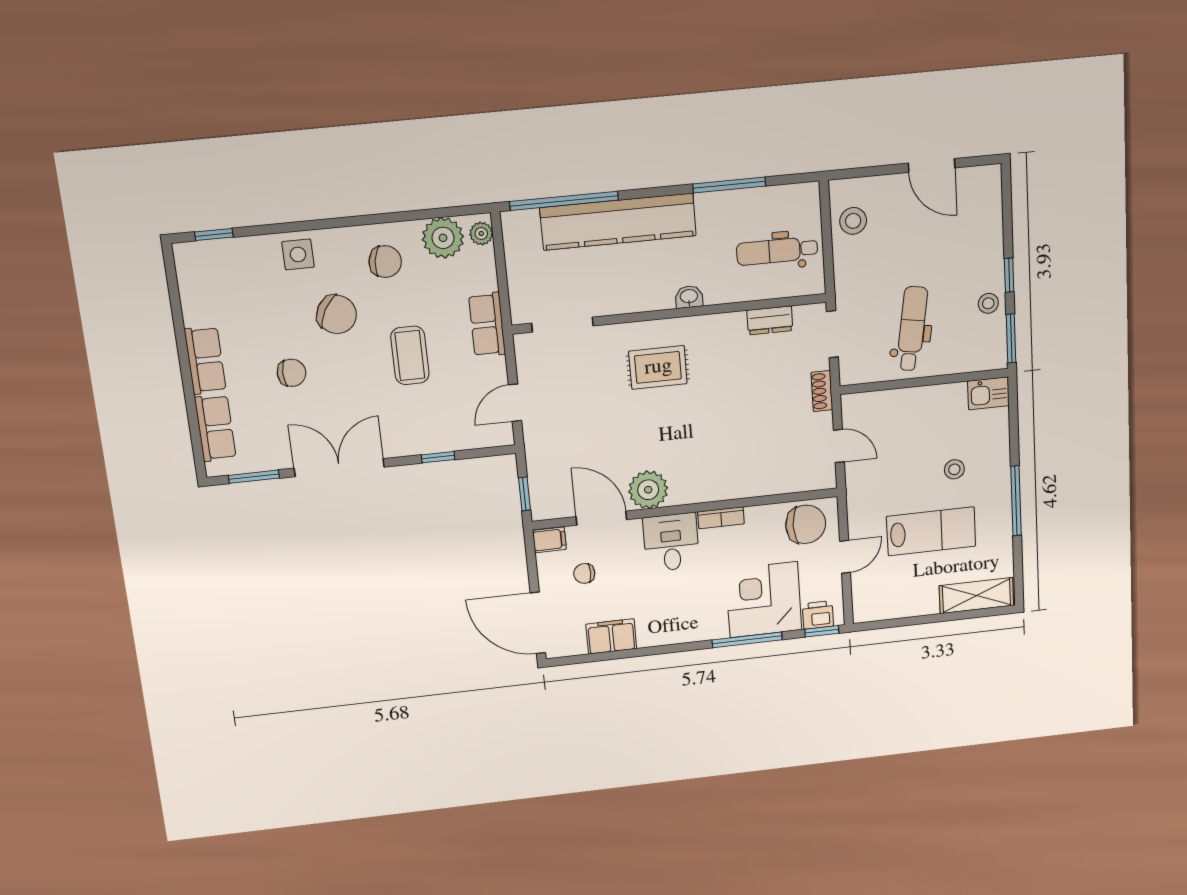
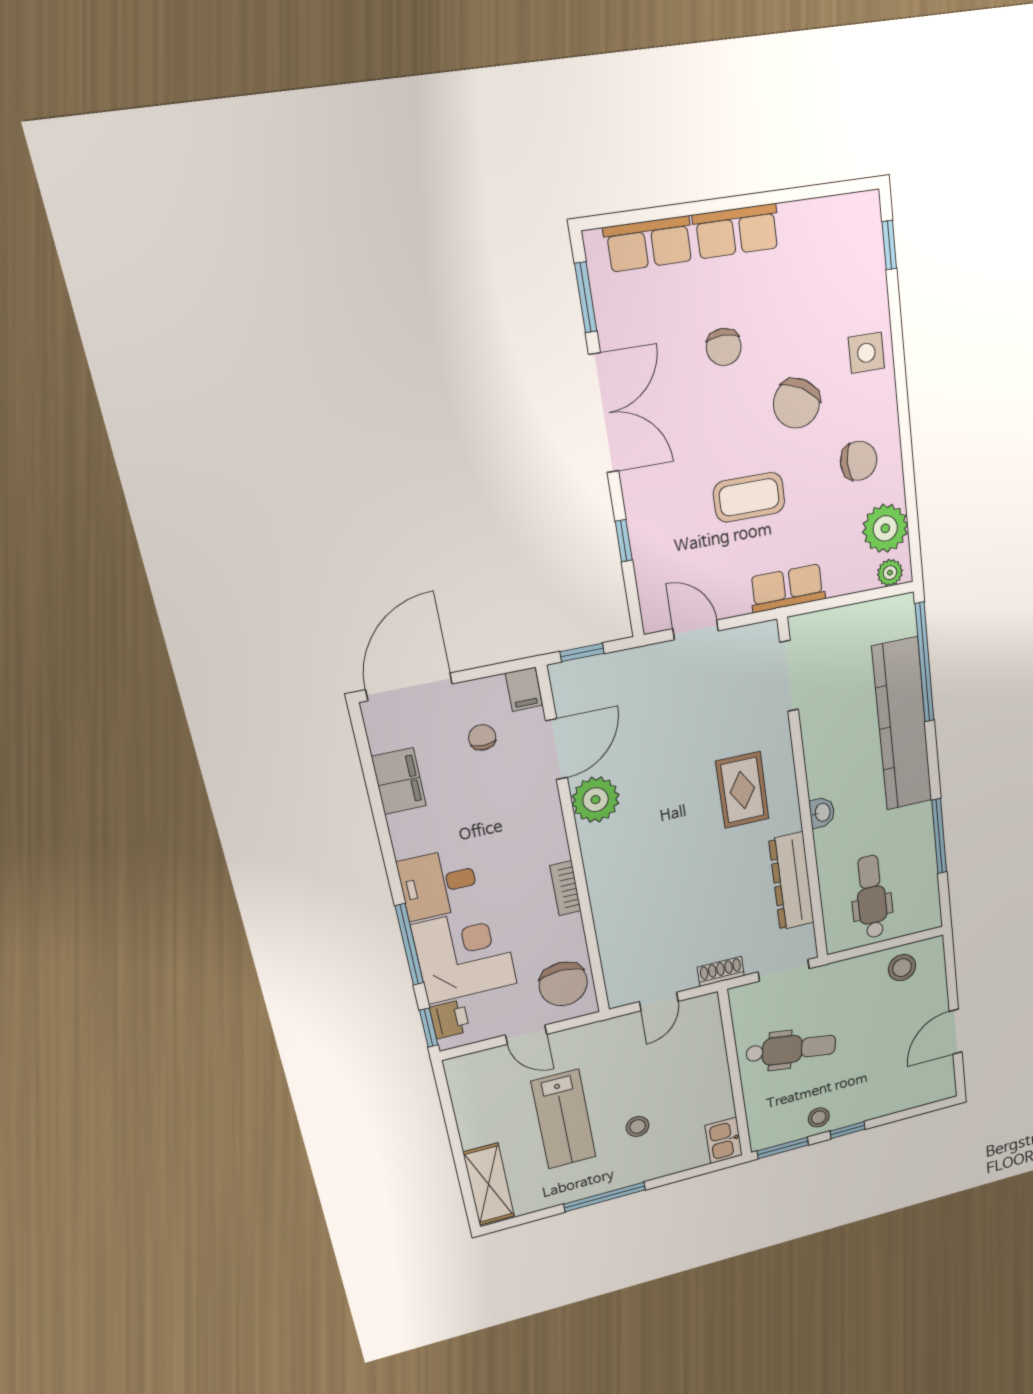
chair: (385, 262) -> (859, 461), turned -99
dresser: (770, 320) -> (791, 881), width x1.96, depth x1.24
desk: (671, 542) -> (438, 884), moved, turned 180

